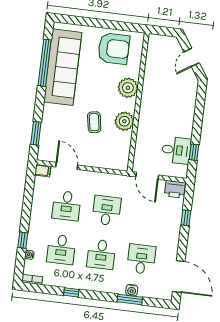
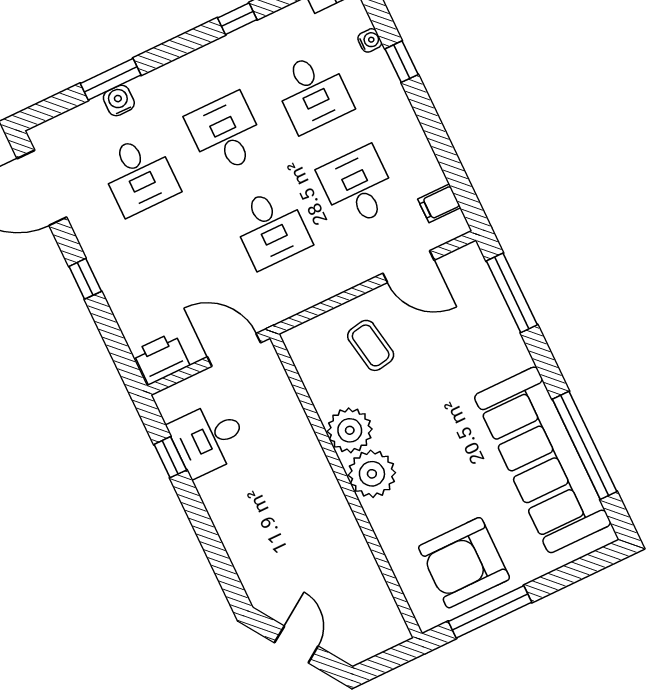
window: (116, 25) -> (490, 612), added
plant: (128, 88) -> (372, 474), moved
coffee table: (94, 122) -> (371, 345), moved
window: (36, 133) -> (512, 293), width x1.44
filing cabinet: (43, 171) -> (439, 203), moved
window: (186, 218) -> (85, 279), moved
desk: (61, 249) -> (313, 92), turned 180

